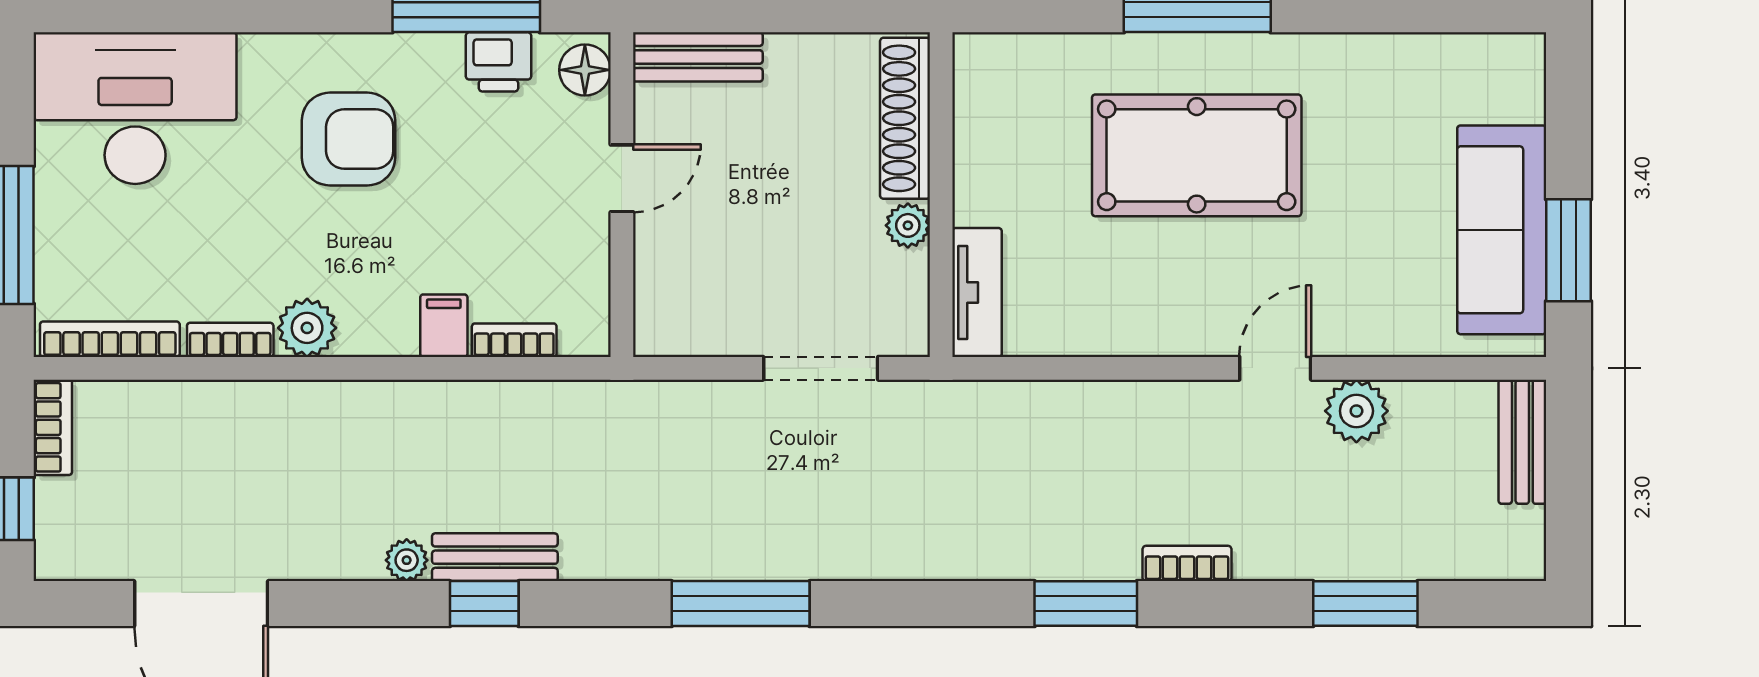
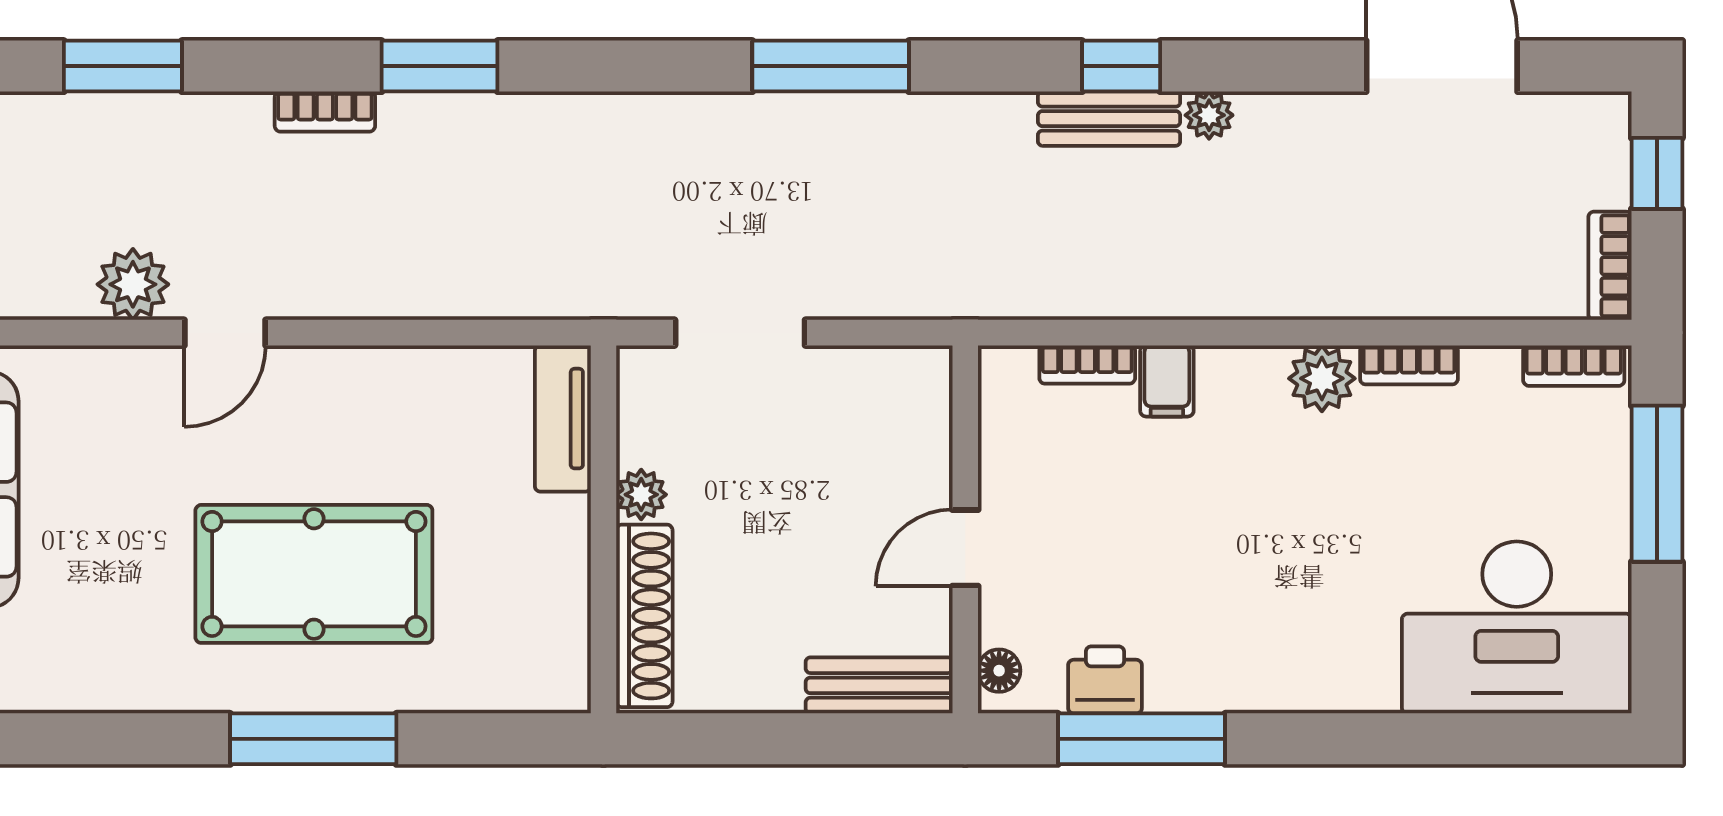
floor lamp: (585, 70) -> (999, 671), width x0.73, depth x0.73
armchair: (349, 139) -> (1275, 592), removed
bookcase: (110, 339) -> (1574, 366), width x0.64

